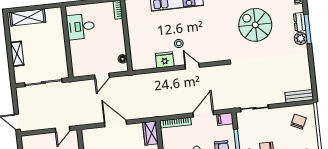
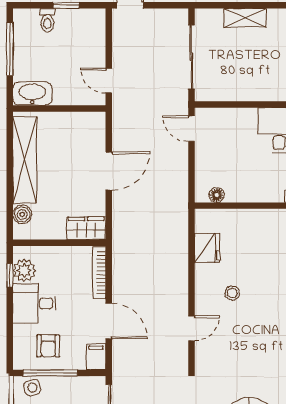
fridge: (165, 60) -> (207, 248), moved
door: (192, 66) -> (191, 328), moved
door: (102, 76) -> (191, 129), moved

